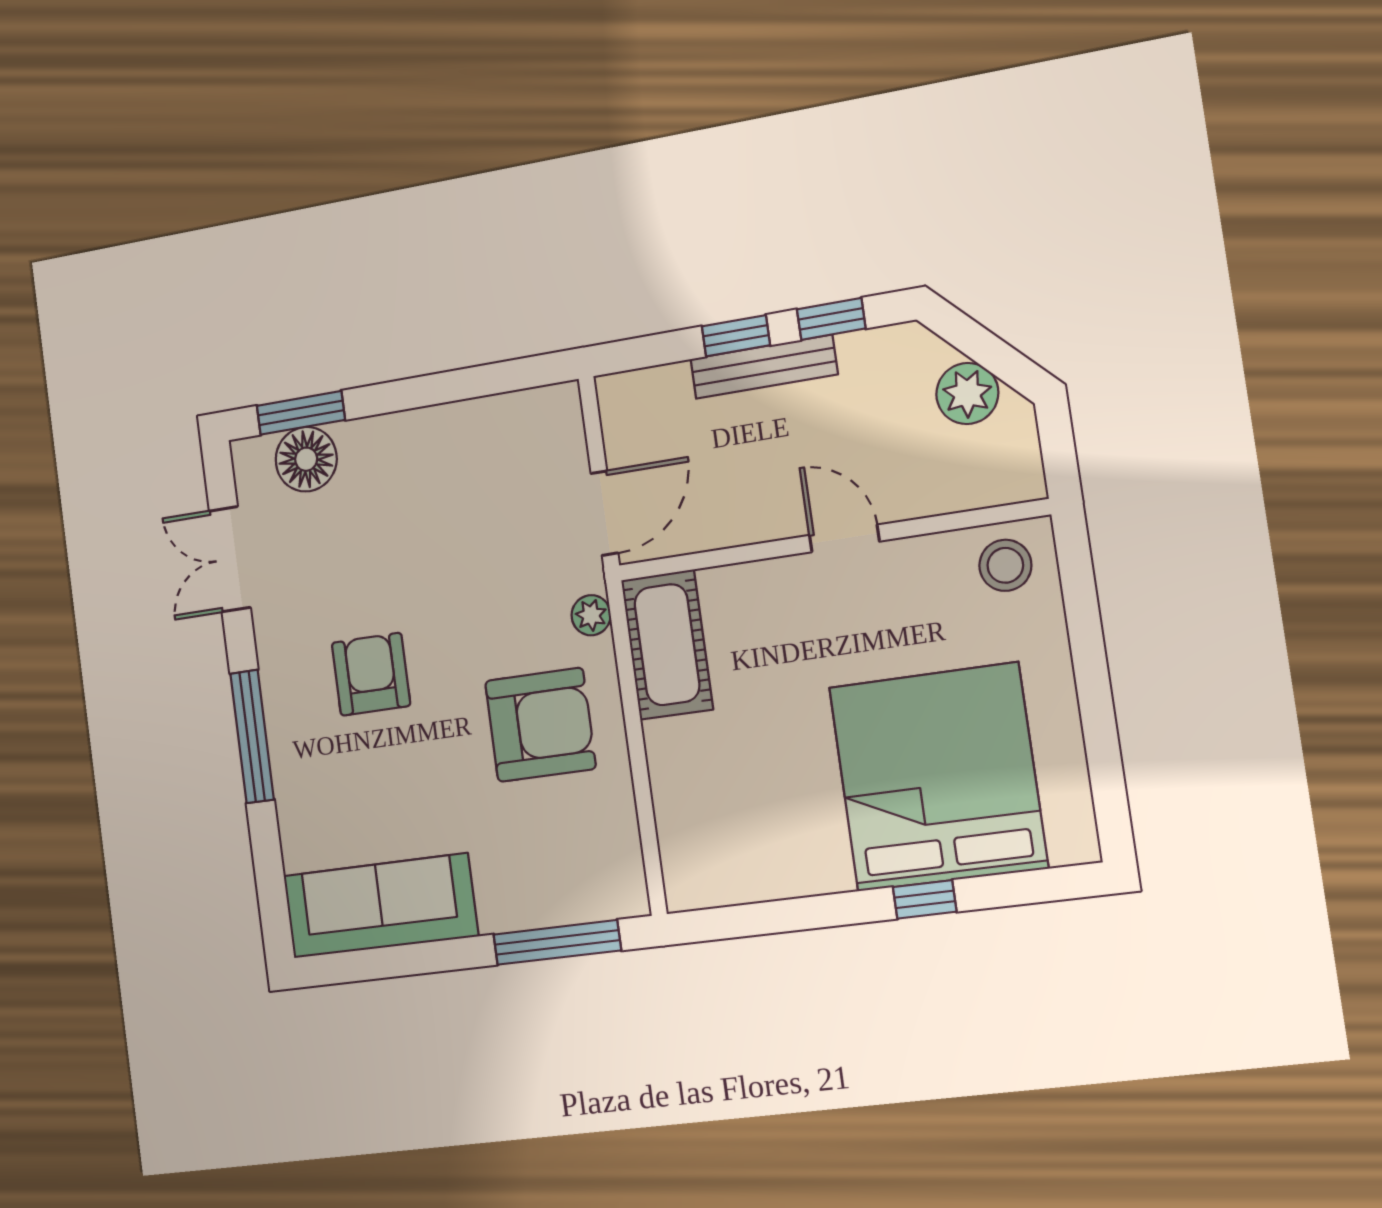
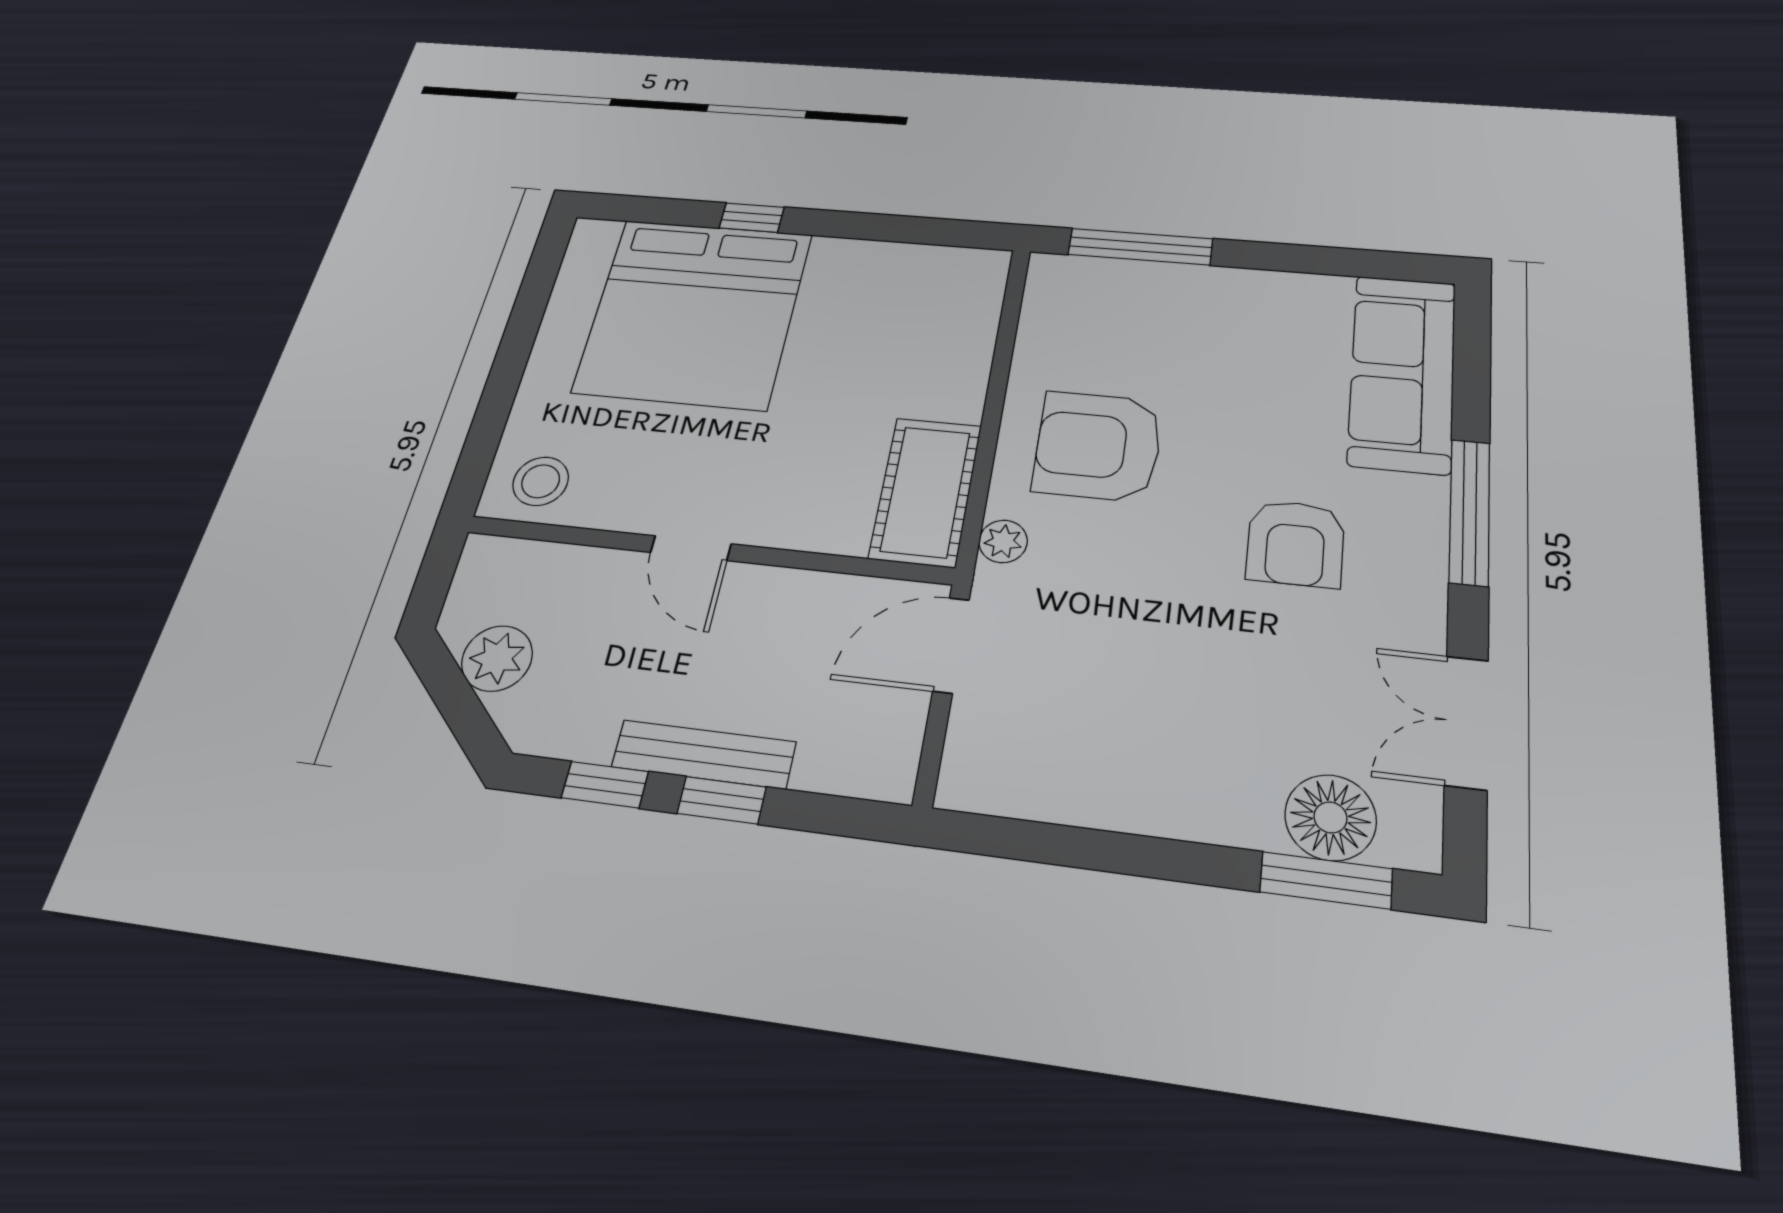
double door: (230, 559) -> (1467, 722), swing flipped
sofa: (380, 906) -> (1402, 372), moved, turned 90

